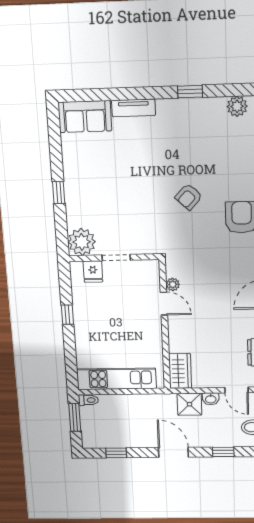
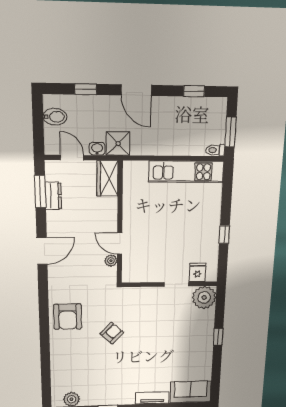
plant: (173, 284) -> (111, 261), moved
door: (164, 304) -> (120, 243), moved
wall: (165, 325) -> (120, 223), moved
wardrobe: (180, 371) -> (107, 178), moved

